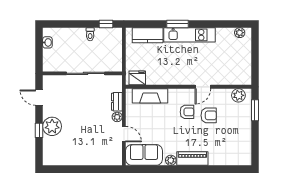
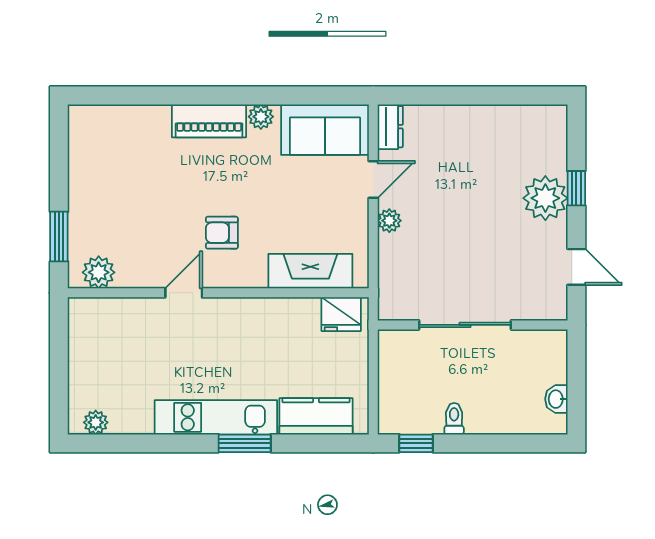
dresser: (117, 102) -> (390, 127), moved
armchair: (209, 115) -> (170, 224), removed
door: (124, 134) -> (373, 179), swing flipped

